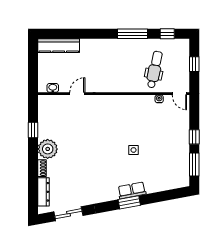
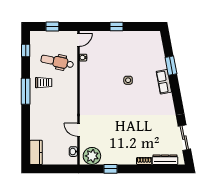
window: (132, 34) -> (26, 91), moved
kitchen counter: (59, 46) -> (36, 152), width x0.67
trolley: (131, 54) -> (44, 83), added
plant: (48, 149) -> (92, 156), moved
window: (194, 164) -> (141, 27), removed
window: (129, 202) -> (171, 66), moved

